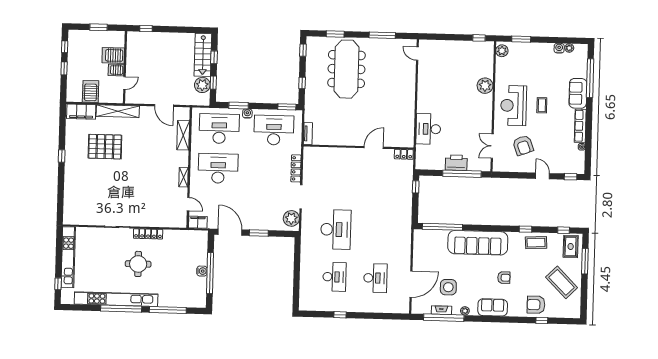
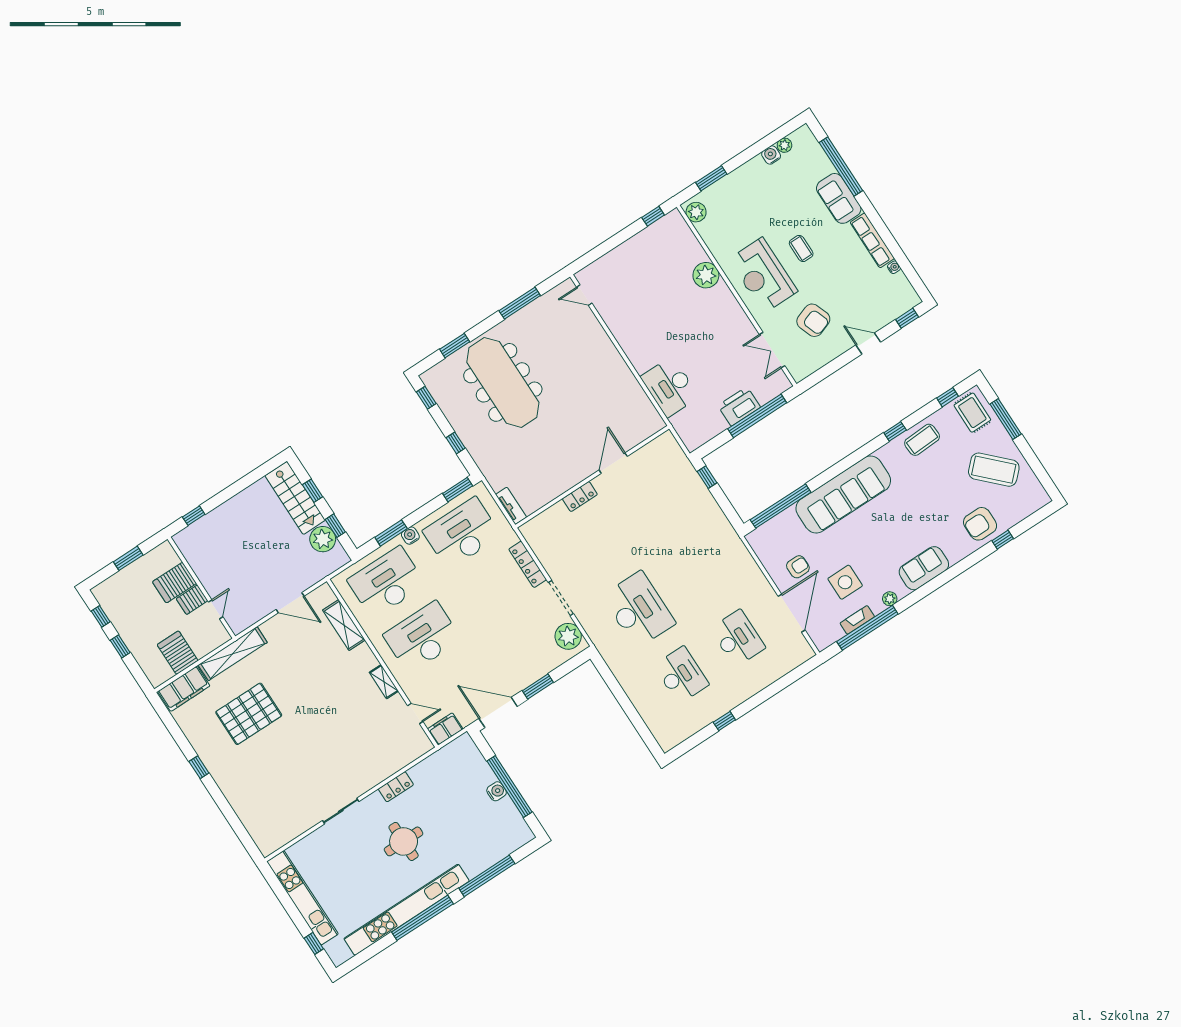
locker: (404, 154) -> (580, 497), moved
locker: (148, 234) -> (396, 787), width x0.66
armchair: (504, 278) -> (798, 567), moved

